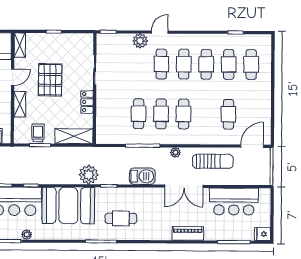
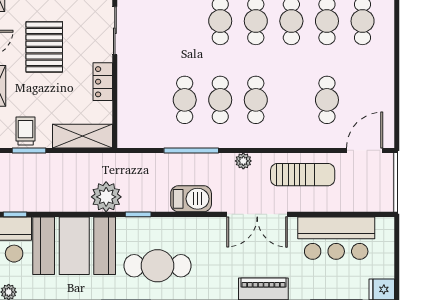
cafe table: (121, 218) -> (158, 266), width x1.37, depth x1.35

